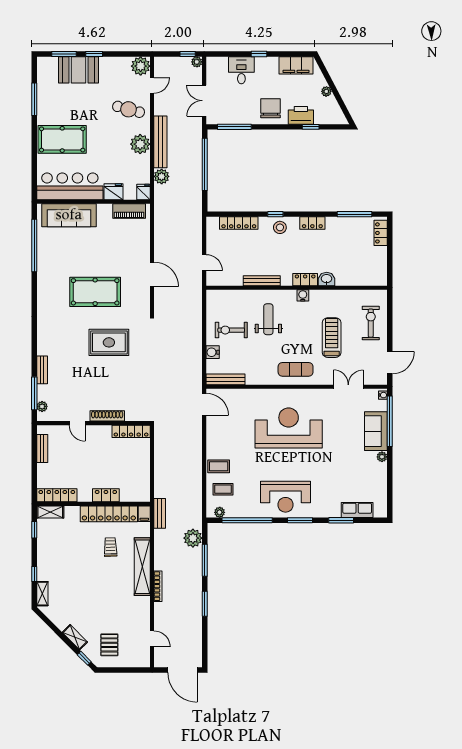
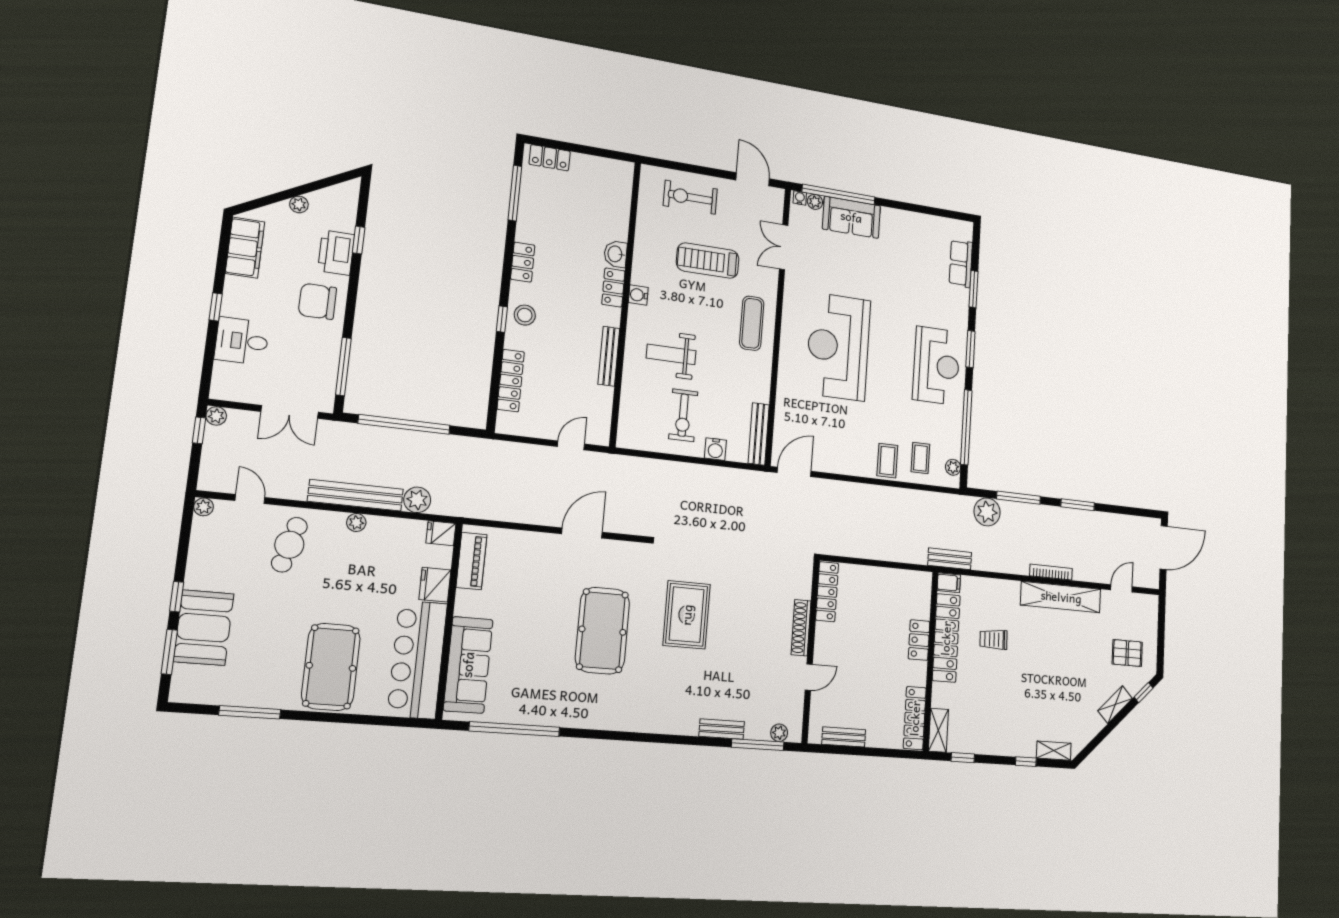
plant: (141, 66) -> (204, 507), width x0.53, depth x0.53
plant: (140, 144) -> (356, 523), width x0.53, depth x0.53
plant: (382, 457) -> (815, 202), moved
shelving: (142, 567) -> (1061, 597), moved

